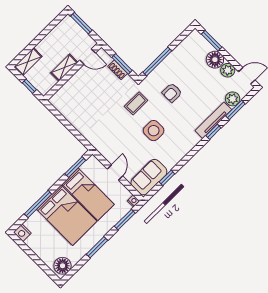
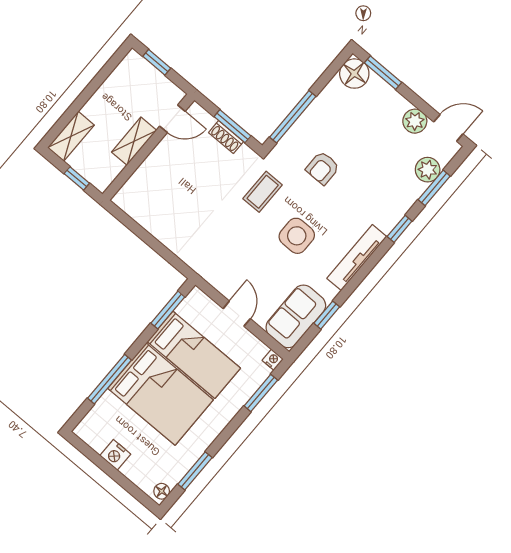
window: (81, 23) -> (157, 62), width x0.67
floor lamp: (215, 60) -> (354, 74), moved
tv unit: (213, 120) -> (357, 258), moved
nightstand: (22, 233) -> (115, 455), moved
window: (97, 247) -> (195, 471), moved
floor lamp: (63, 266) -> (162, 491), width x0.53, depth x0.53

